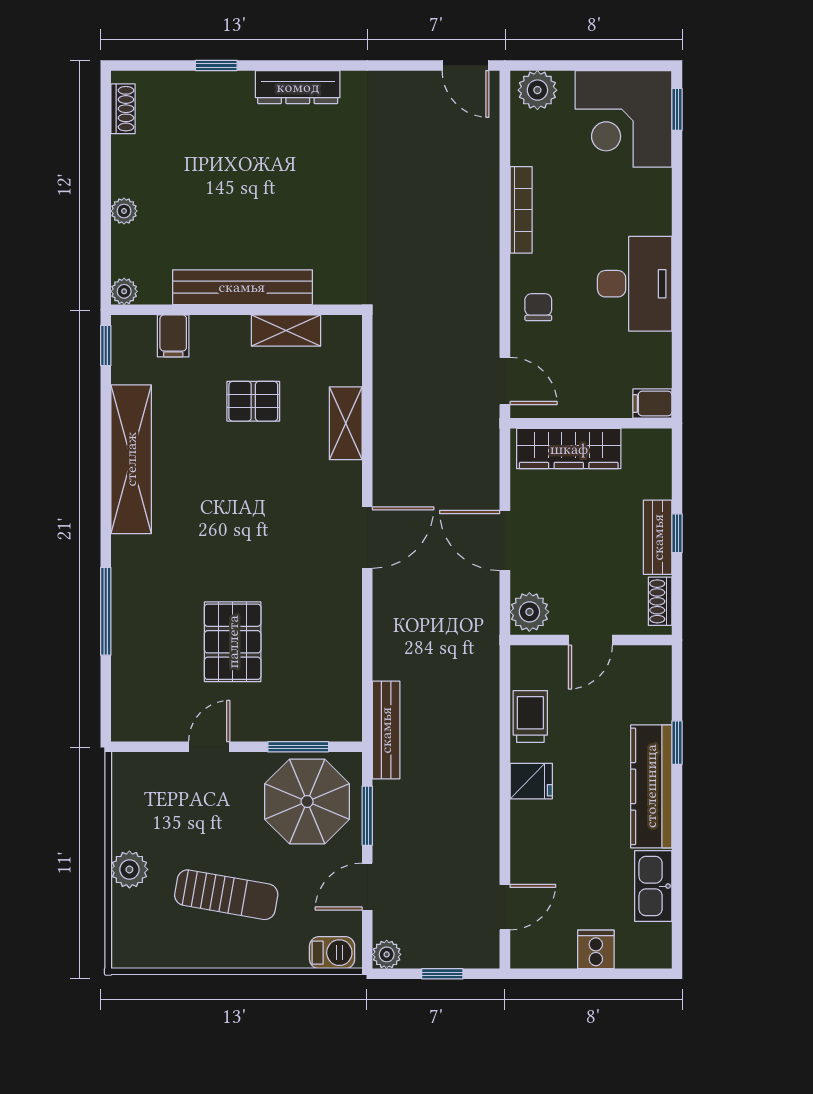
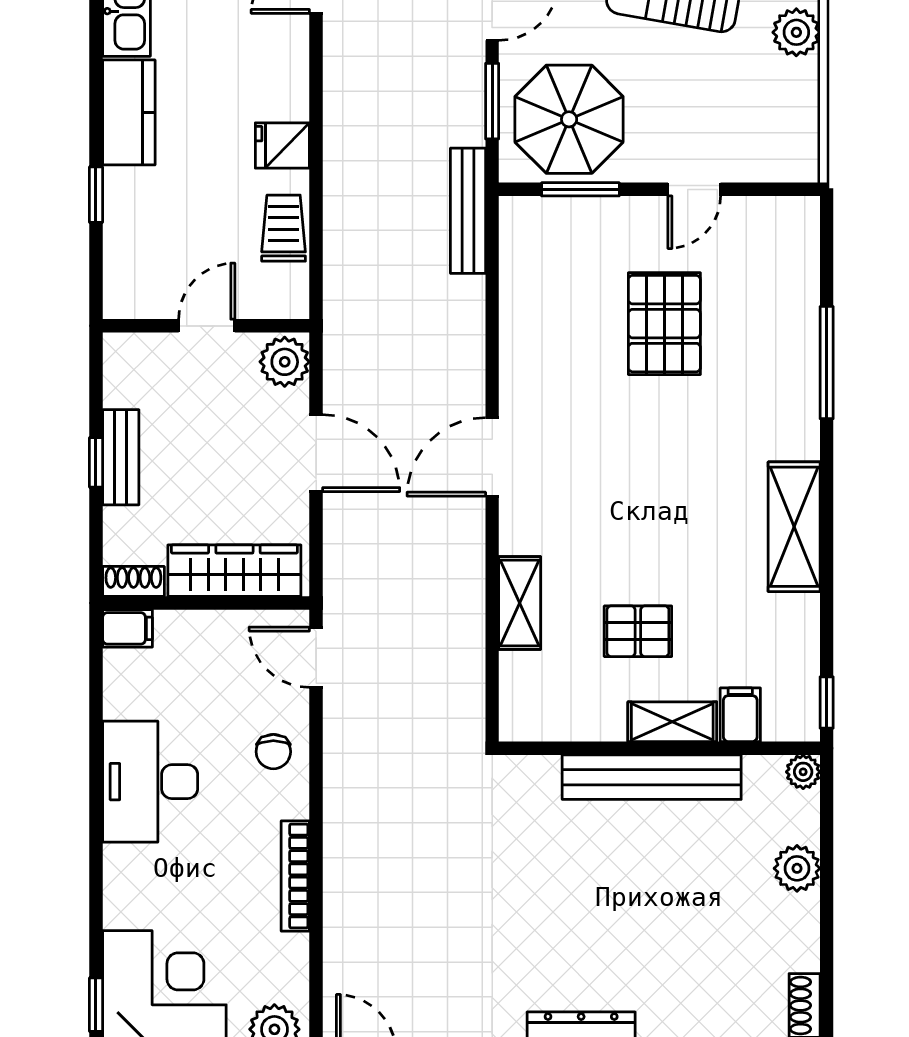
plant: (124, 211) -> (797, 868), width x1.38, depth x1.38
shelving: (286, 330) -> (672, 722), moved
shelving: (131, 459) -> (794, 527), width x0.68
shoe rack: (660, 601) -> (133, 581), moved, turned -90
trolley: (530, 716) -> (284, 228), turned 180
kitchen counter: (651, 786) -> (129, 112), width x0.67

